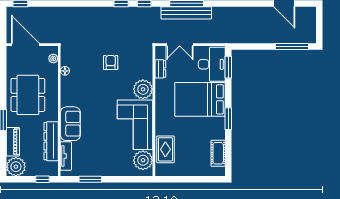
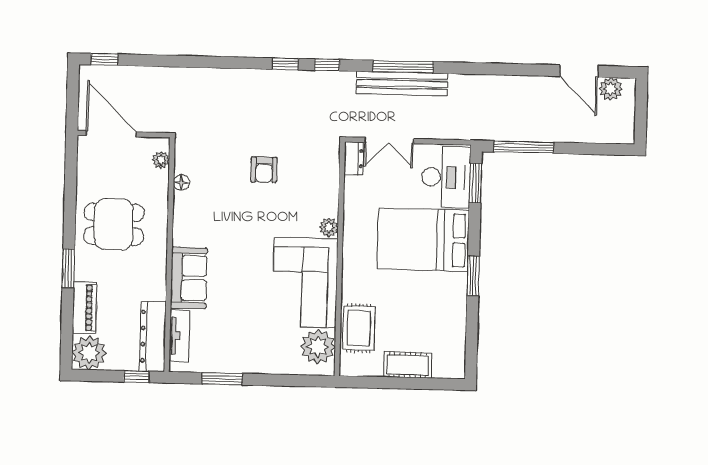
plant: (302, 13) -> (611, 89), added
window: (292, 46) -> (524, 147), moved
armchair: (111, 63) -> (264, 170), turned 180
dresser: (160, 69) -> (354, 158), moved
plant: (143, 89) -> (329, 228), width x0.53, depth x0.53
dining table: (28, 95) -> (114, 224), width x0.73
dresser: (51, 141) -> (153, 336), moved
cot: (218, 153) -> (408, 365), moved, turned 90

